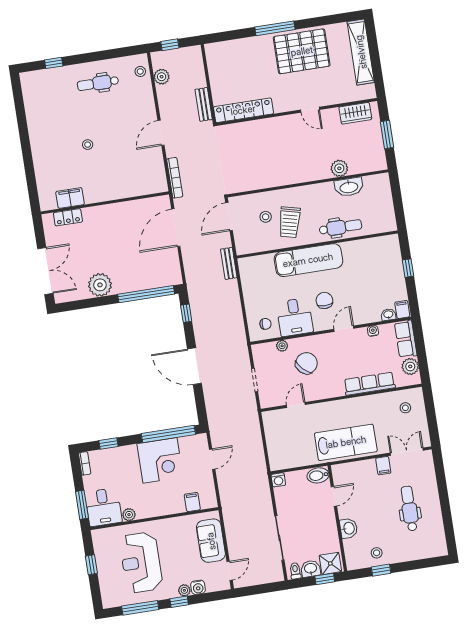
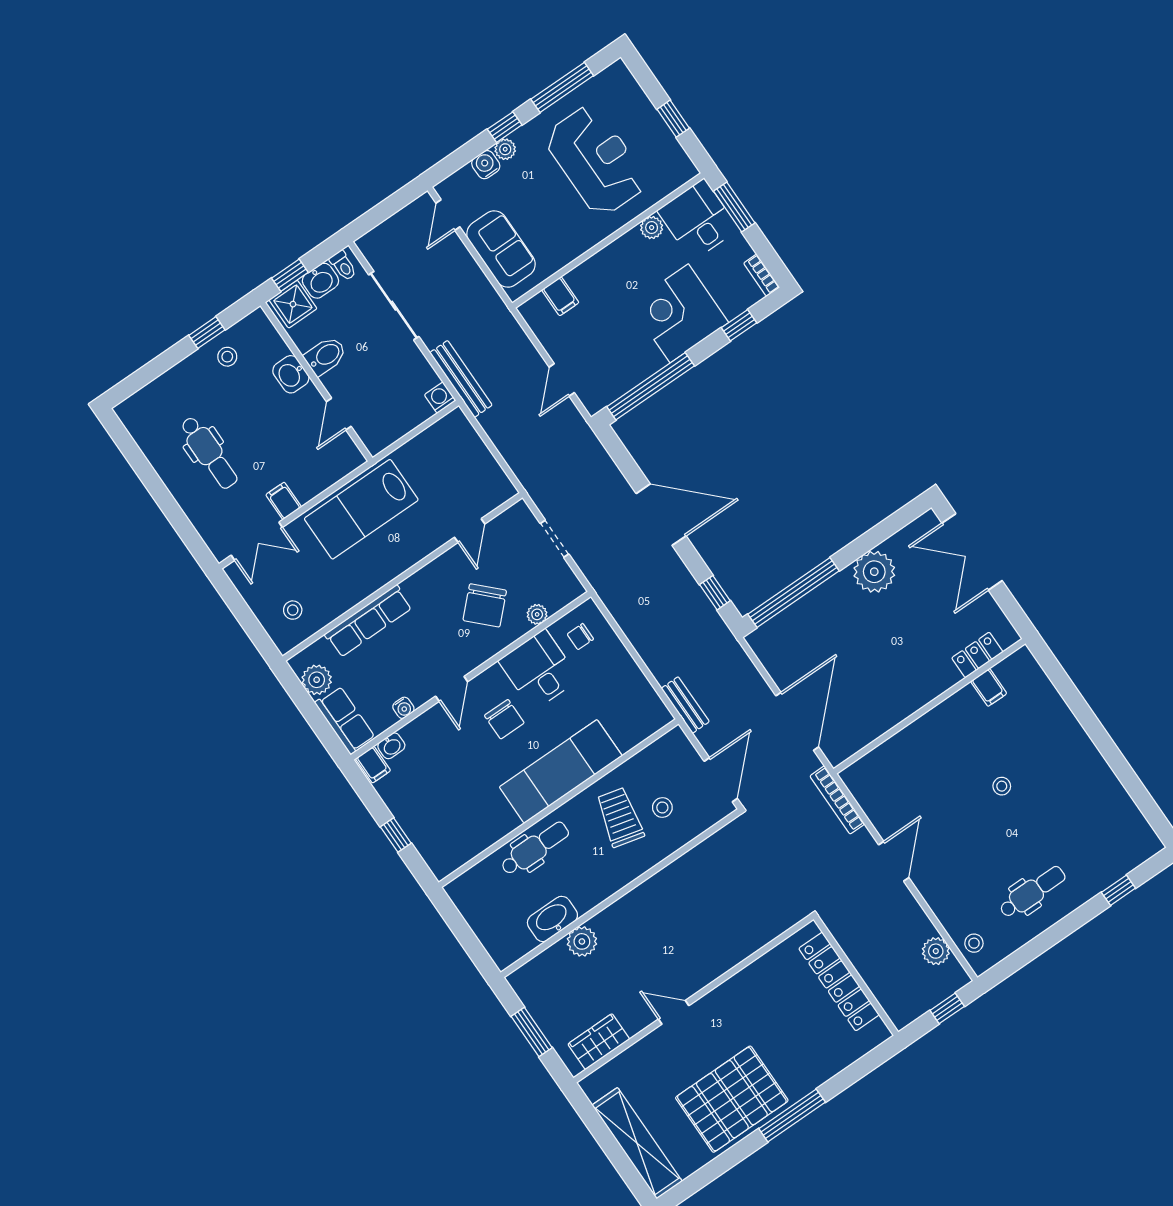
bench: (204, 104) -> (461, 379), moved, width x1.36
locker: (243, 110) -> (839, 982), moved, turned 90
filing cabinet: (70, 198) -> (989, 687), width x0.50
dental chair: (340, 227) -> (535, 848), turned 180
corner desk: (160, 460) -> (679, 313), moved
bidet: (318, 475) -> (326, 356), moved

